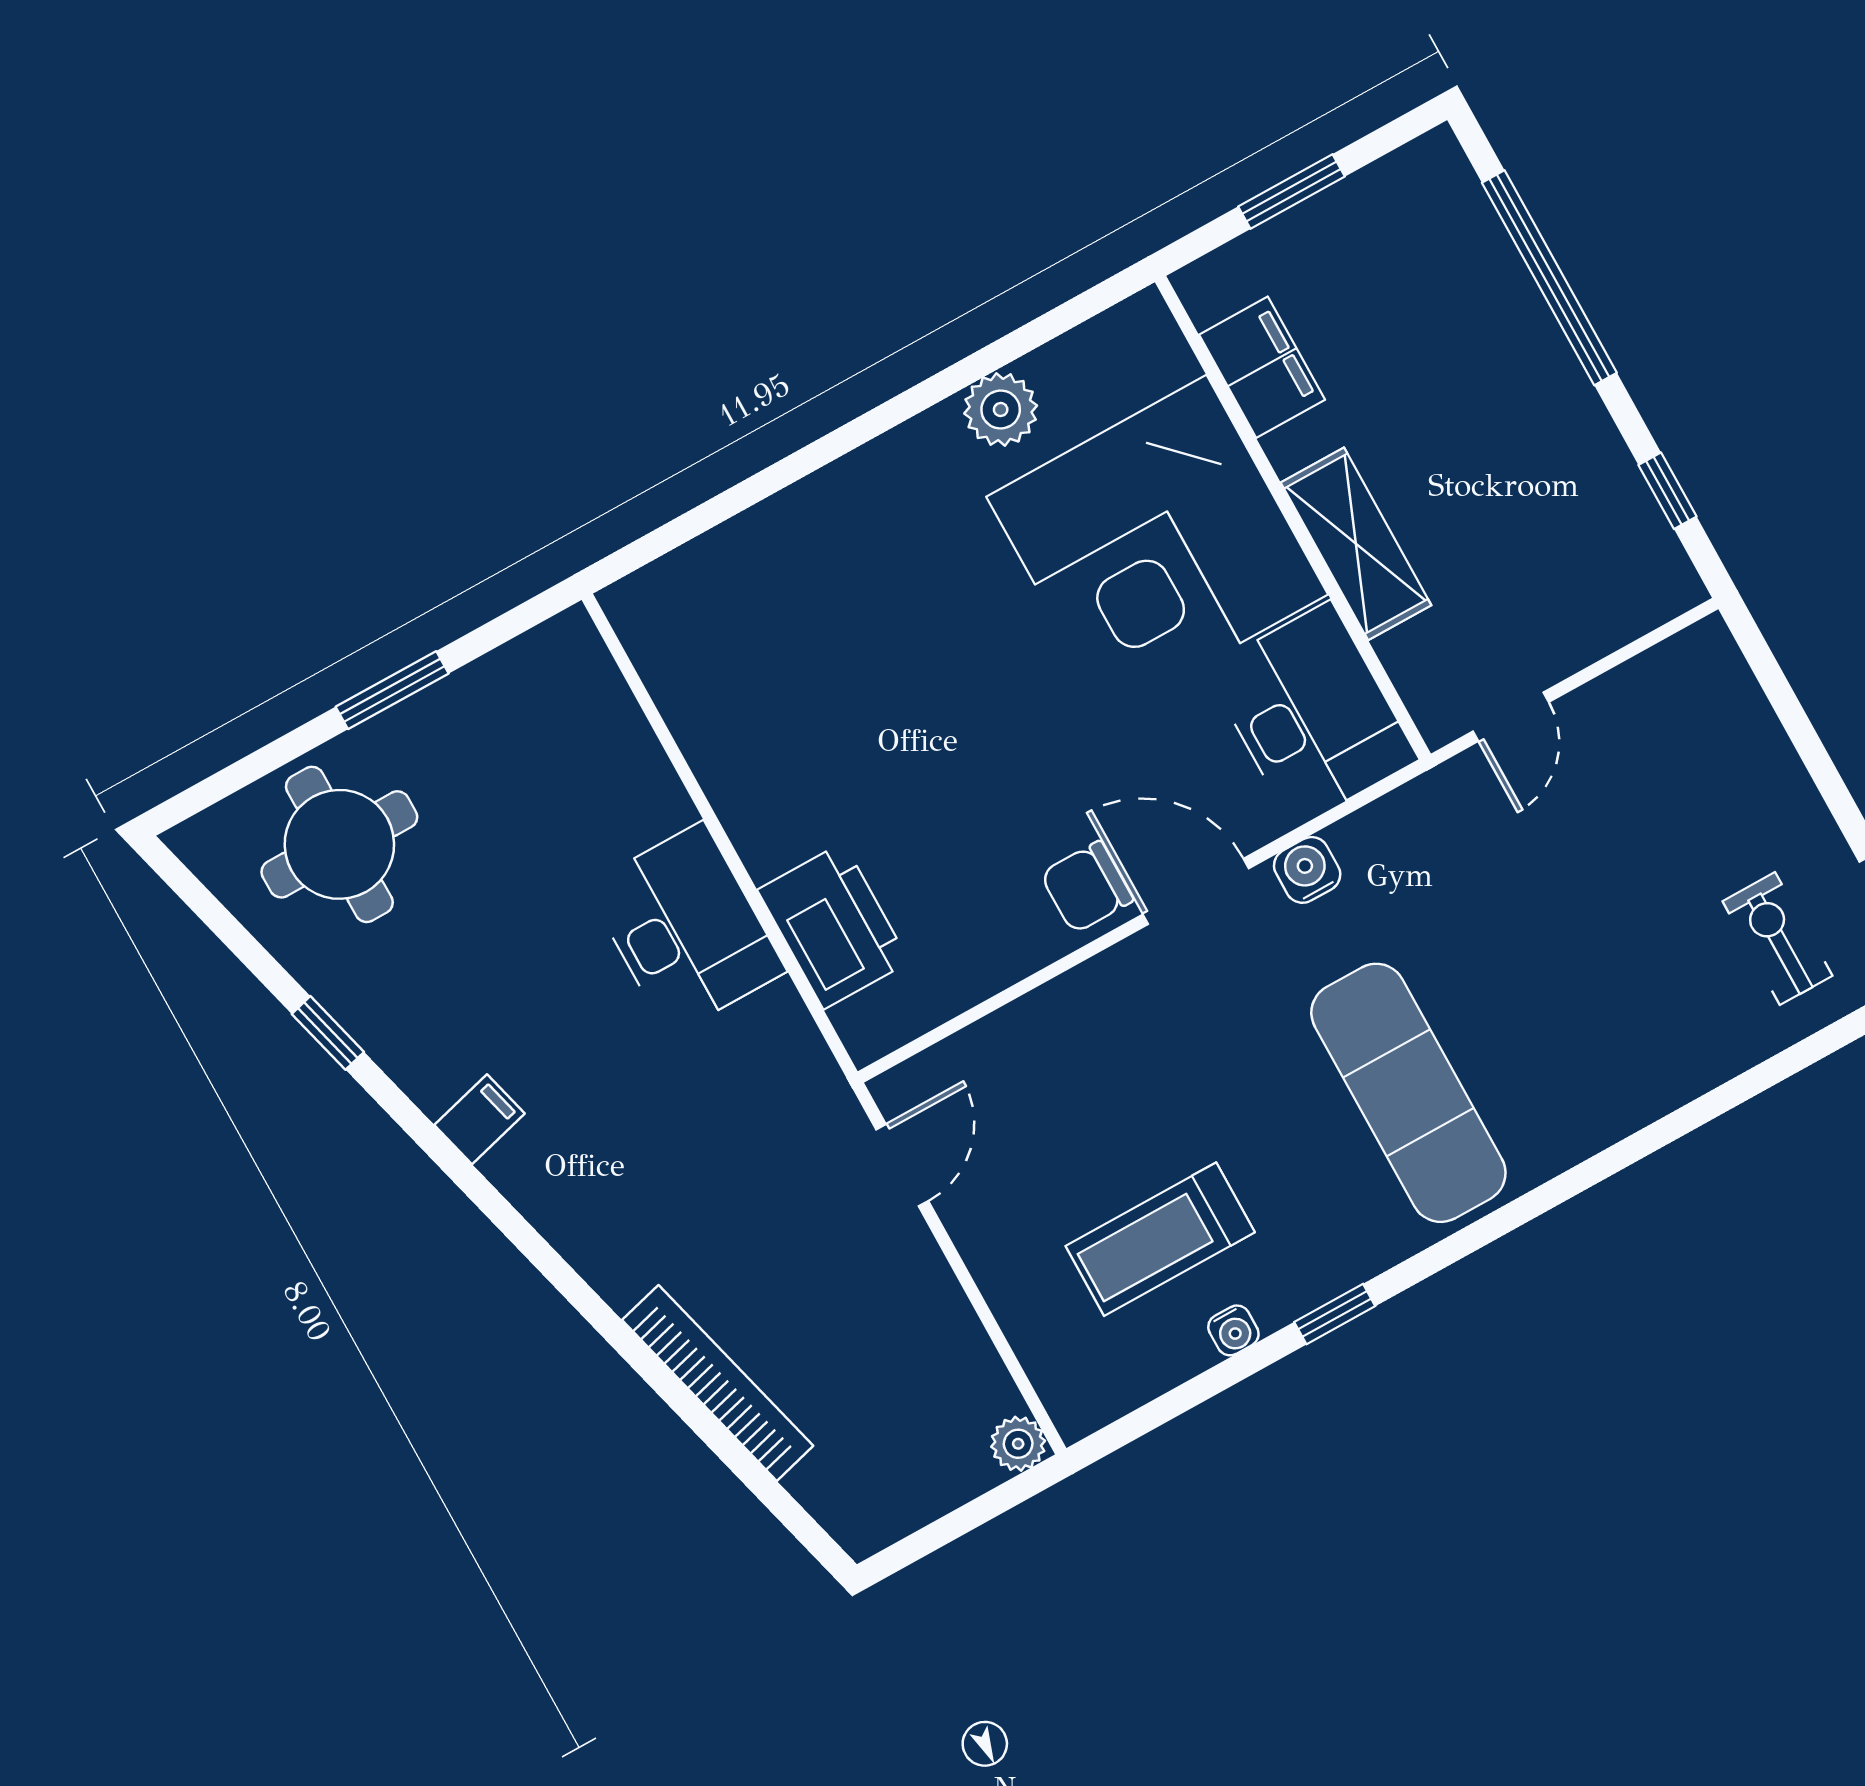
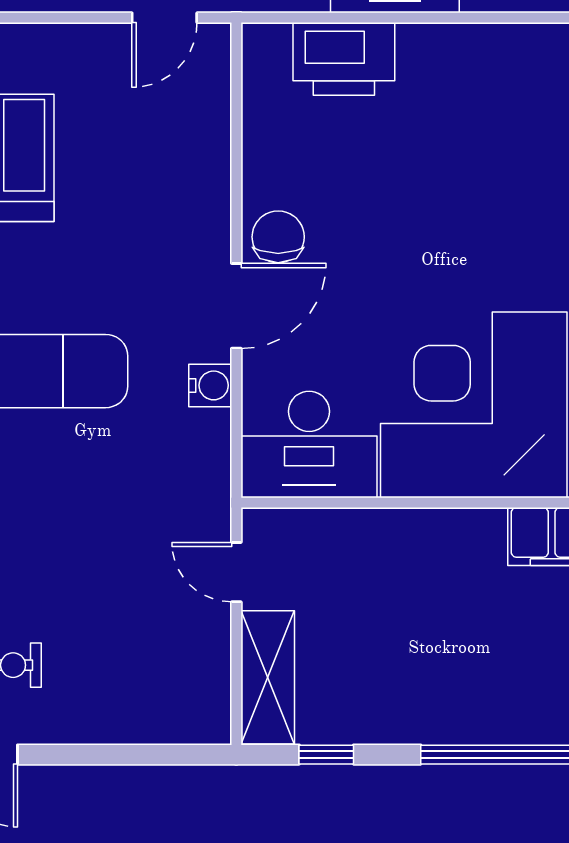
shelving: (1356, 544) -> (268, 677), moved, turned 90
door: (902, 1165) -> (164, 18), hinge flipped

